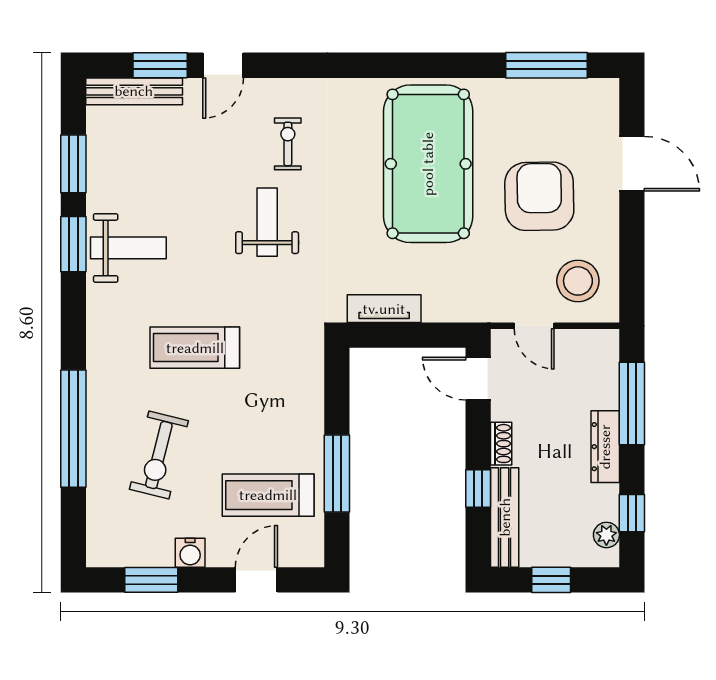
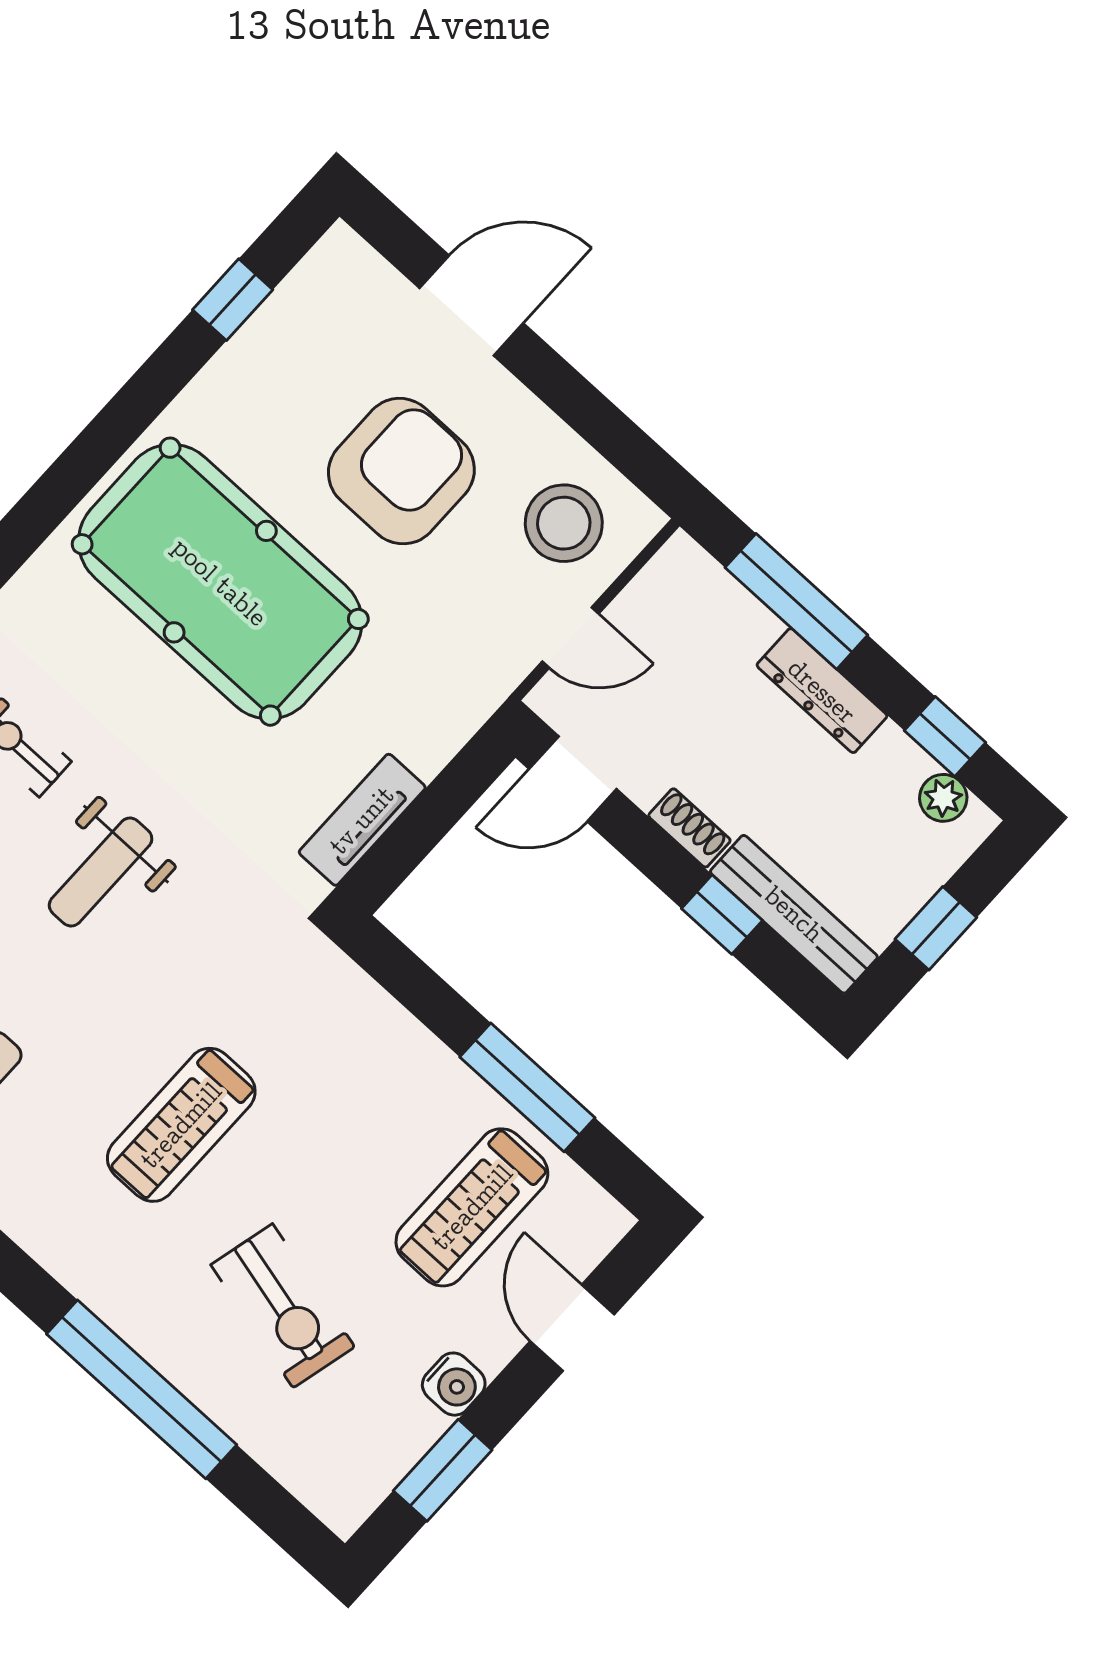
window: (547, 65) -> (233, 300), width x0.46
armchair: (539, 196) -> (401, 471), turned 91
weight bench: (267, 222) -> (101, 872), turned -90

